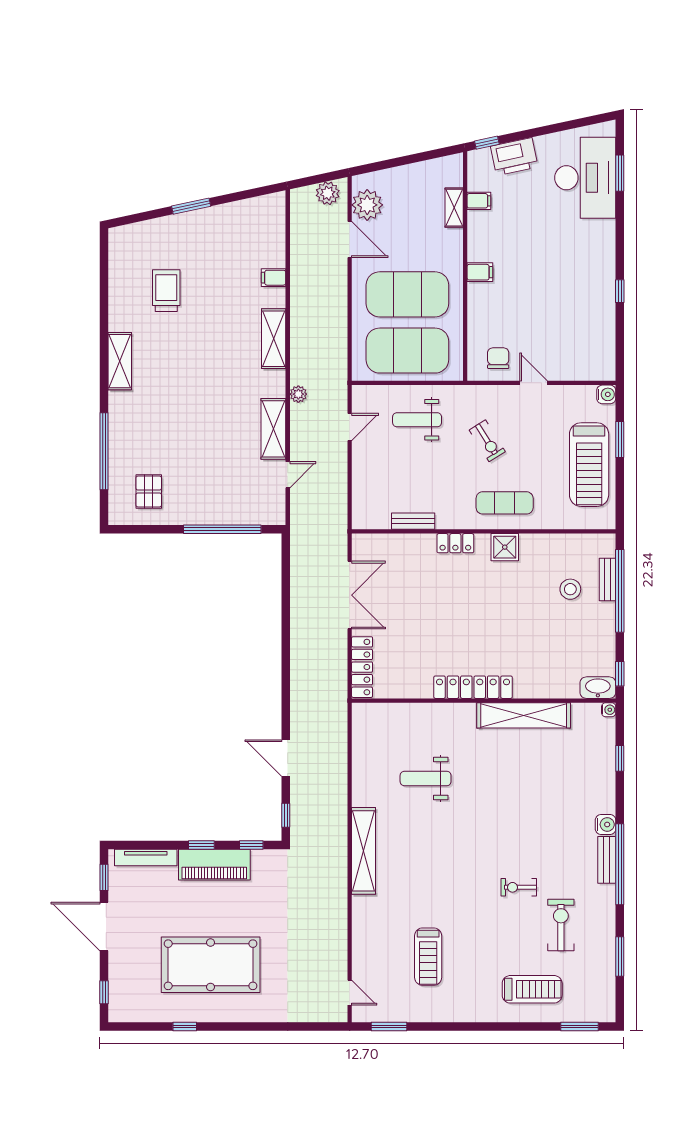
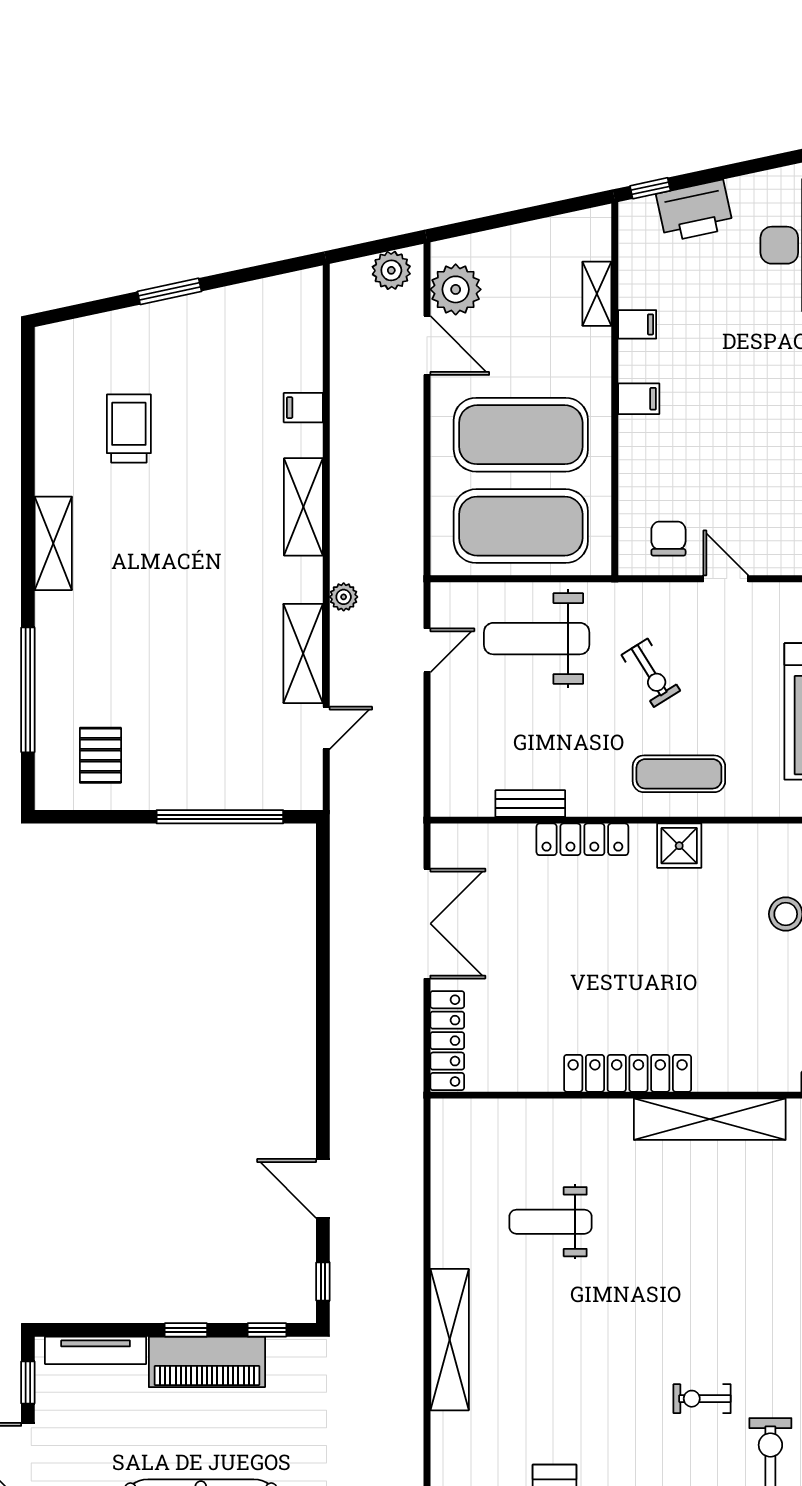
filing cabinet: (479, 201) -> (637, 324), moved
weight bench: (417, 420) -> (537, 639), width x1.36, depth x1.33
locker: (455, 543) -> (582, 839), width x1.53

